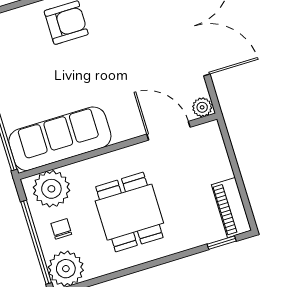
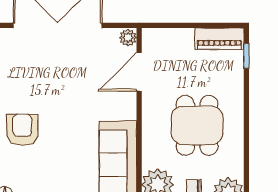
dining table: (129, 212) -> (197, 125), turned 90

